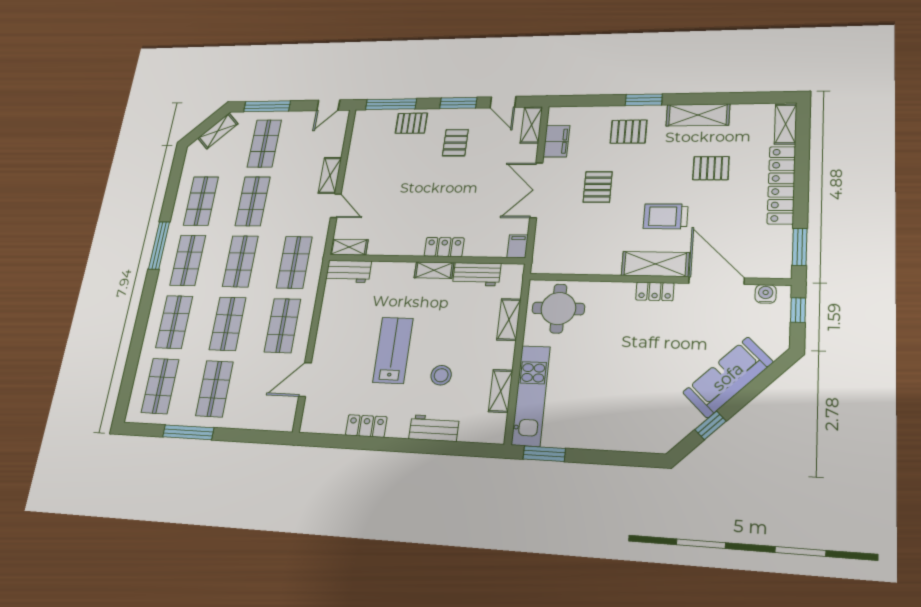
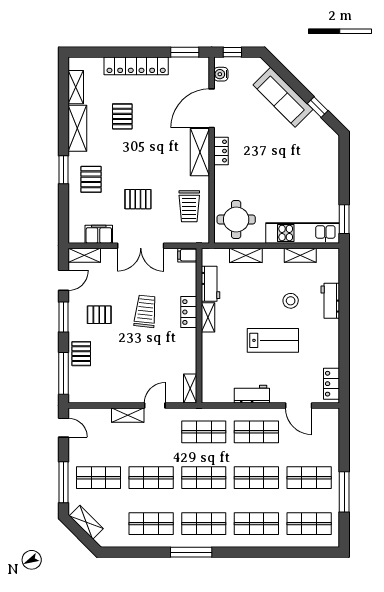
shelving: (786, 124) -> (76, 87), moved, turned 90
trolley: (452, 195) -> (145, 311), added
trolley: (666, 216) -> (189, 206), moved
workbench: (348, 271) -> (252, 394), moved, turned -90
lab bench: (393, 350) -> (273, 340), turned 180
locker: (366, 426) -> (332, 384), moved

